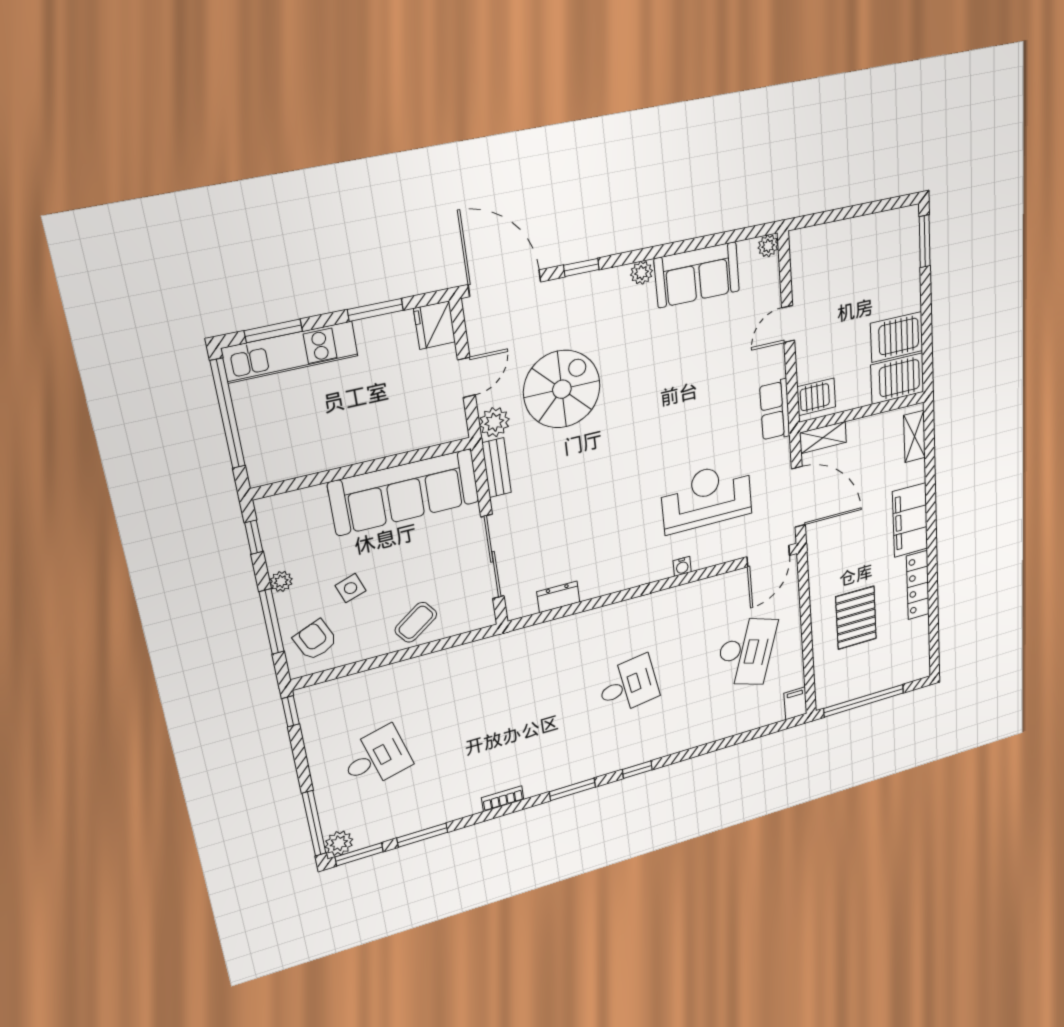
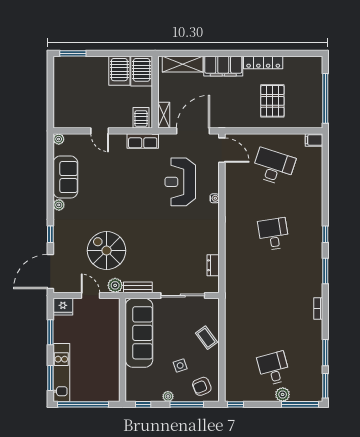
shelving: (914, 436) -> (183, 64), width x1.50, depth x1.33
pallet: (856, 618) -> (272, 101), turned 90
plant: (339, 843) -> (283, 394), moved

